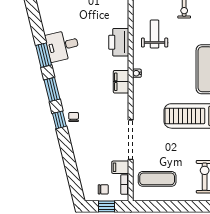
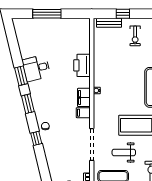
weight bench: (155, 34) -> (124, 152), moved, turned -90
window: (59, 120) -> (36, 138), moved
filing cabinet: (120, 167) -> (83, 113), moved

